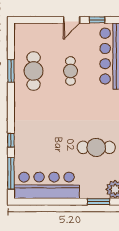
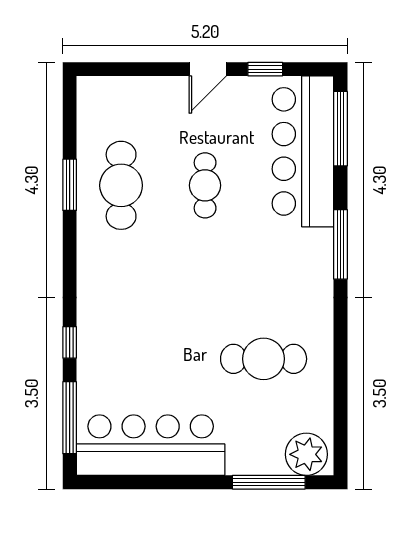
window: (99, 202) -> (269, 482), width x1.44

